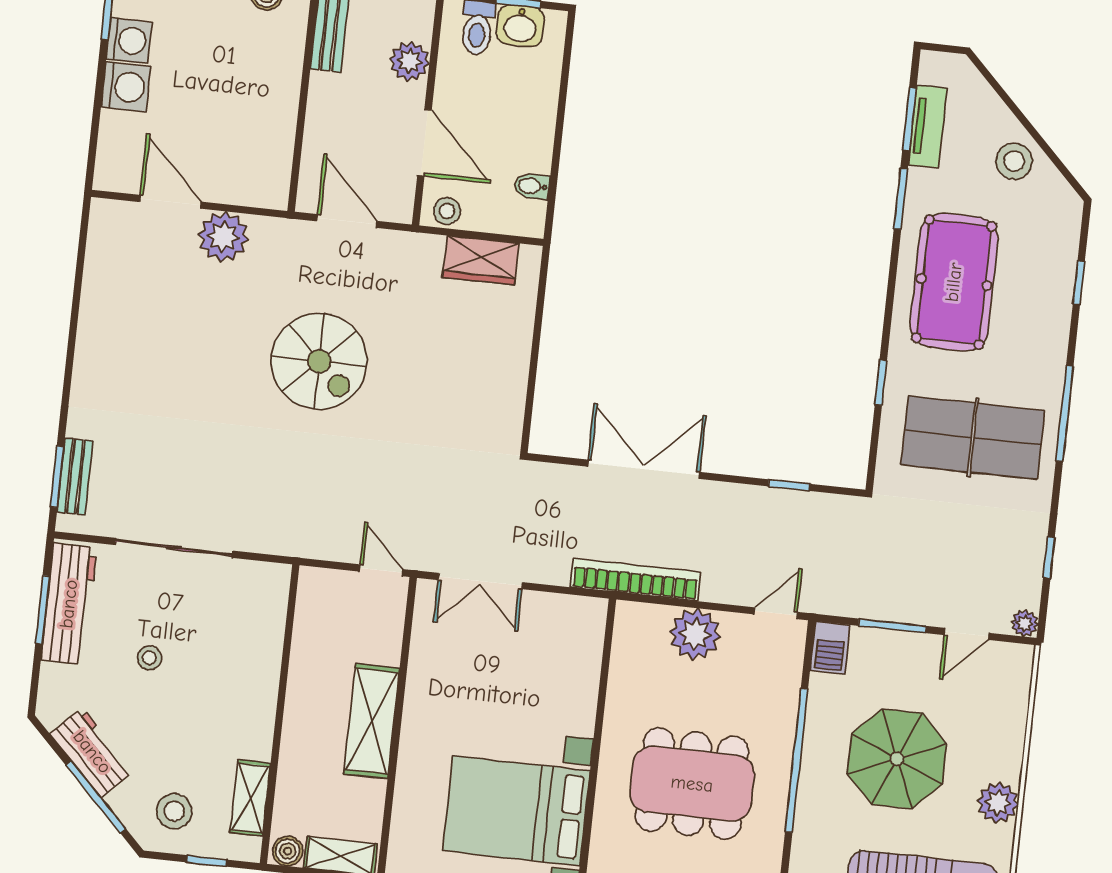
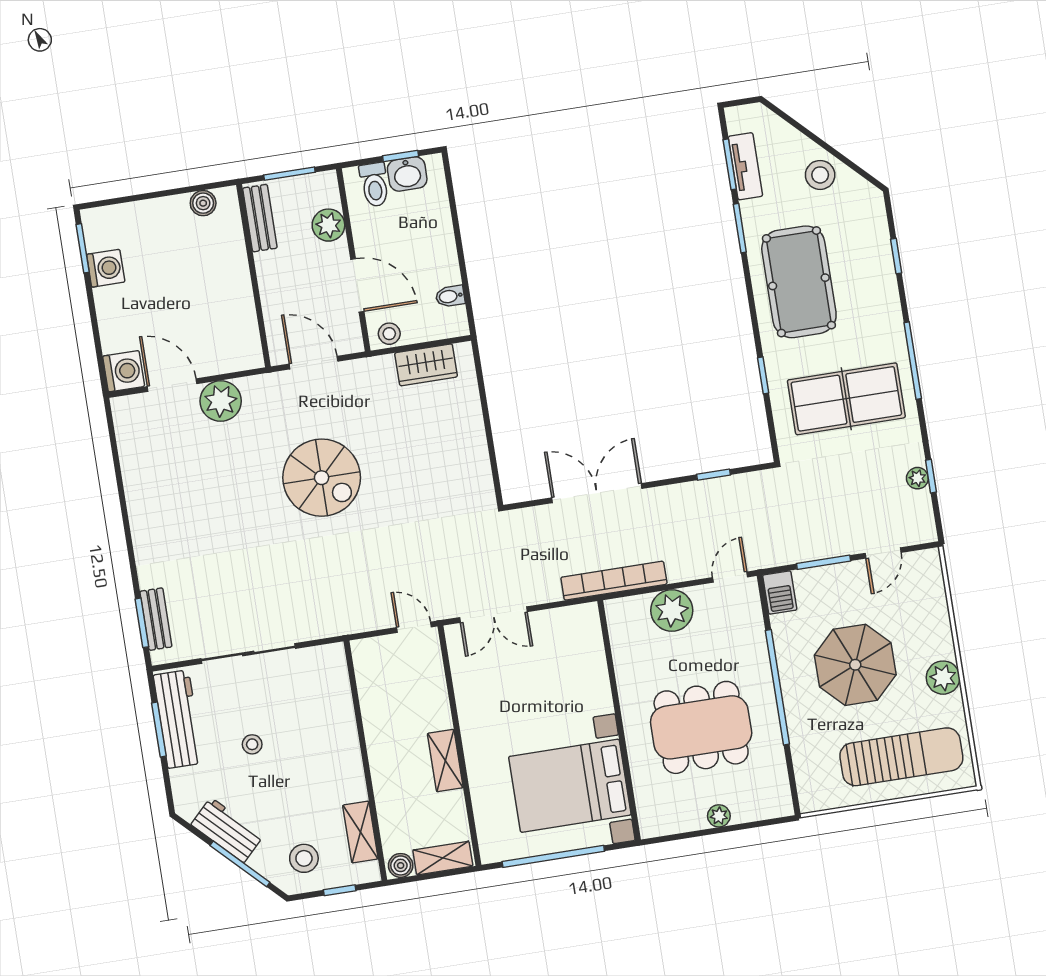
washing machine: (126, 87) -> (124, 371), moved
plant: (1025, 623) -> (917, 478), moved
shelving: (372, 721) -> (445, 761), width x0.67, depth x0.75

